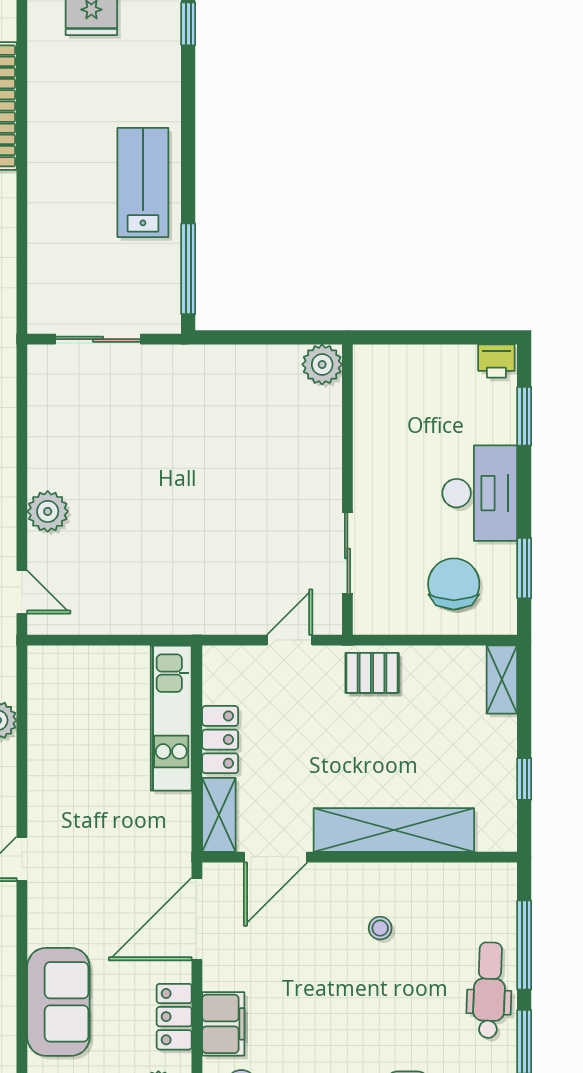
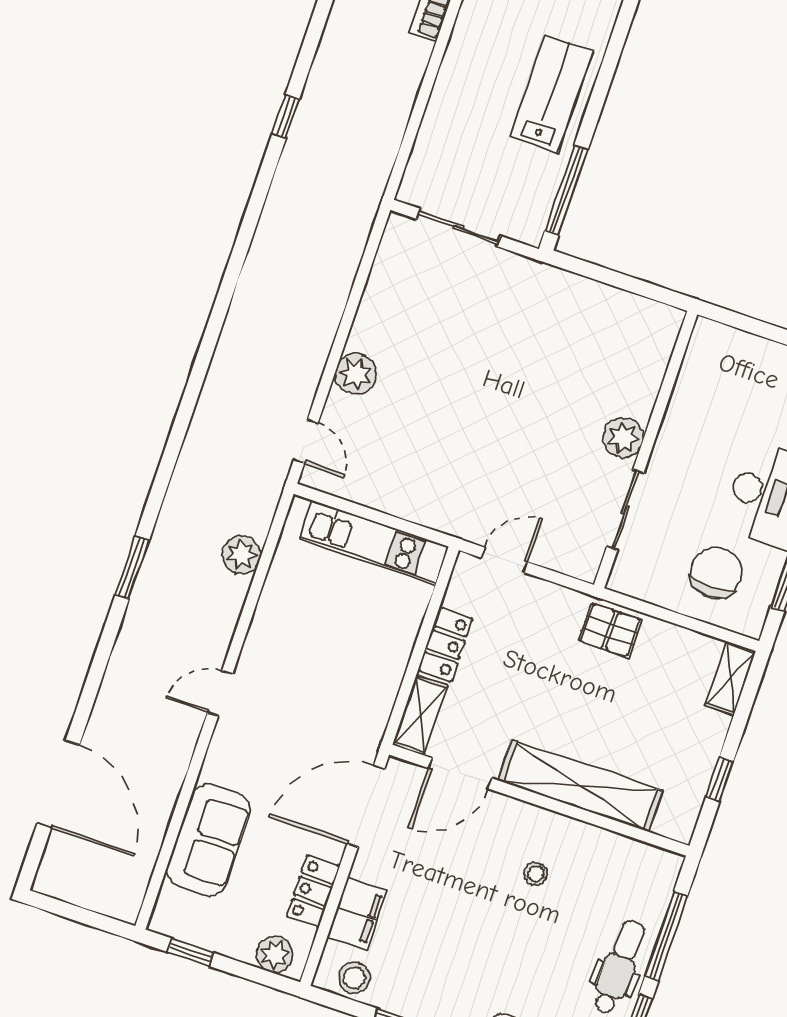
plant: (322, 364) -> (623, 438), moved
door: (290, 640) -> (504, 560), moved
kitchen unit: (171, 718) -> (374, 543), moved, turned -90

